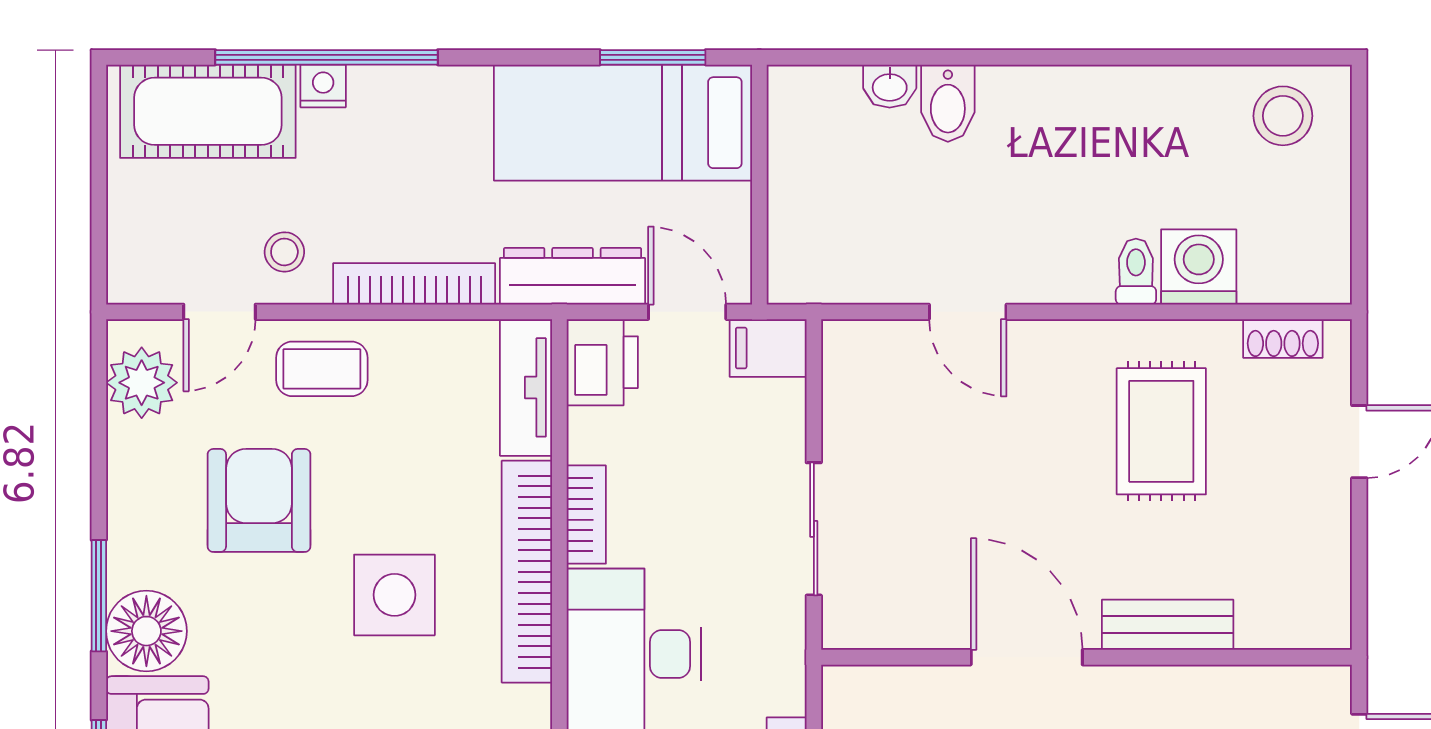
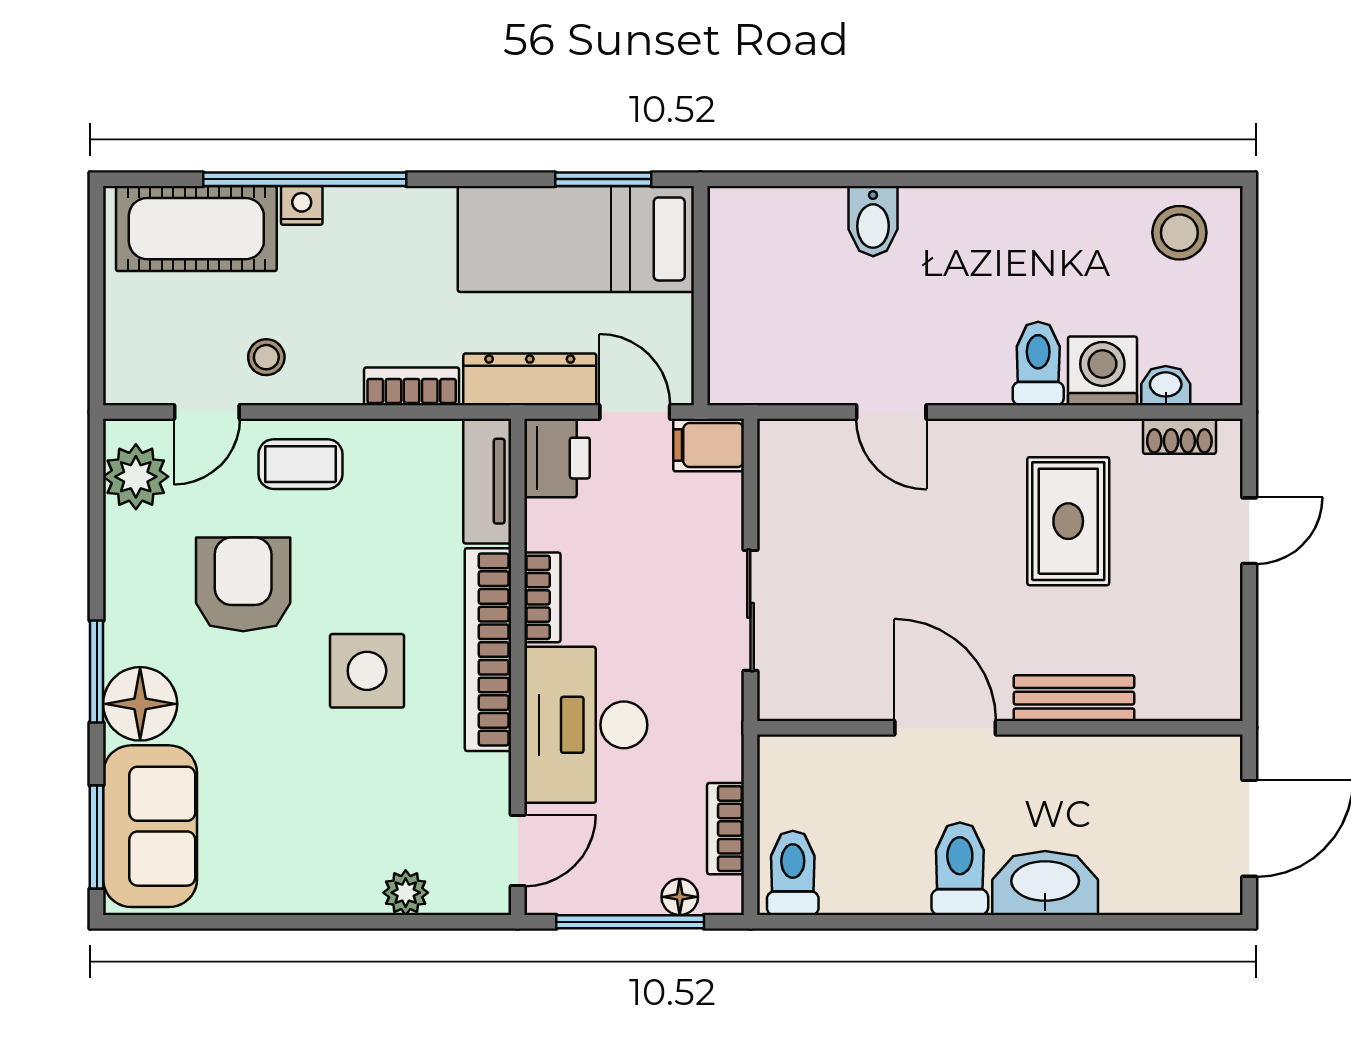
washbasin: (890, 86) -> (1166, 386), moved, turned 180
toilet: (1136, 272) -> (1038, 363), width x1.37, depth x1.39
bookcase: (414, 284) -> (412, 386), width x0.64

